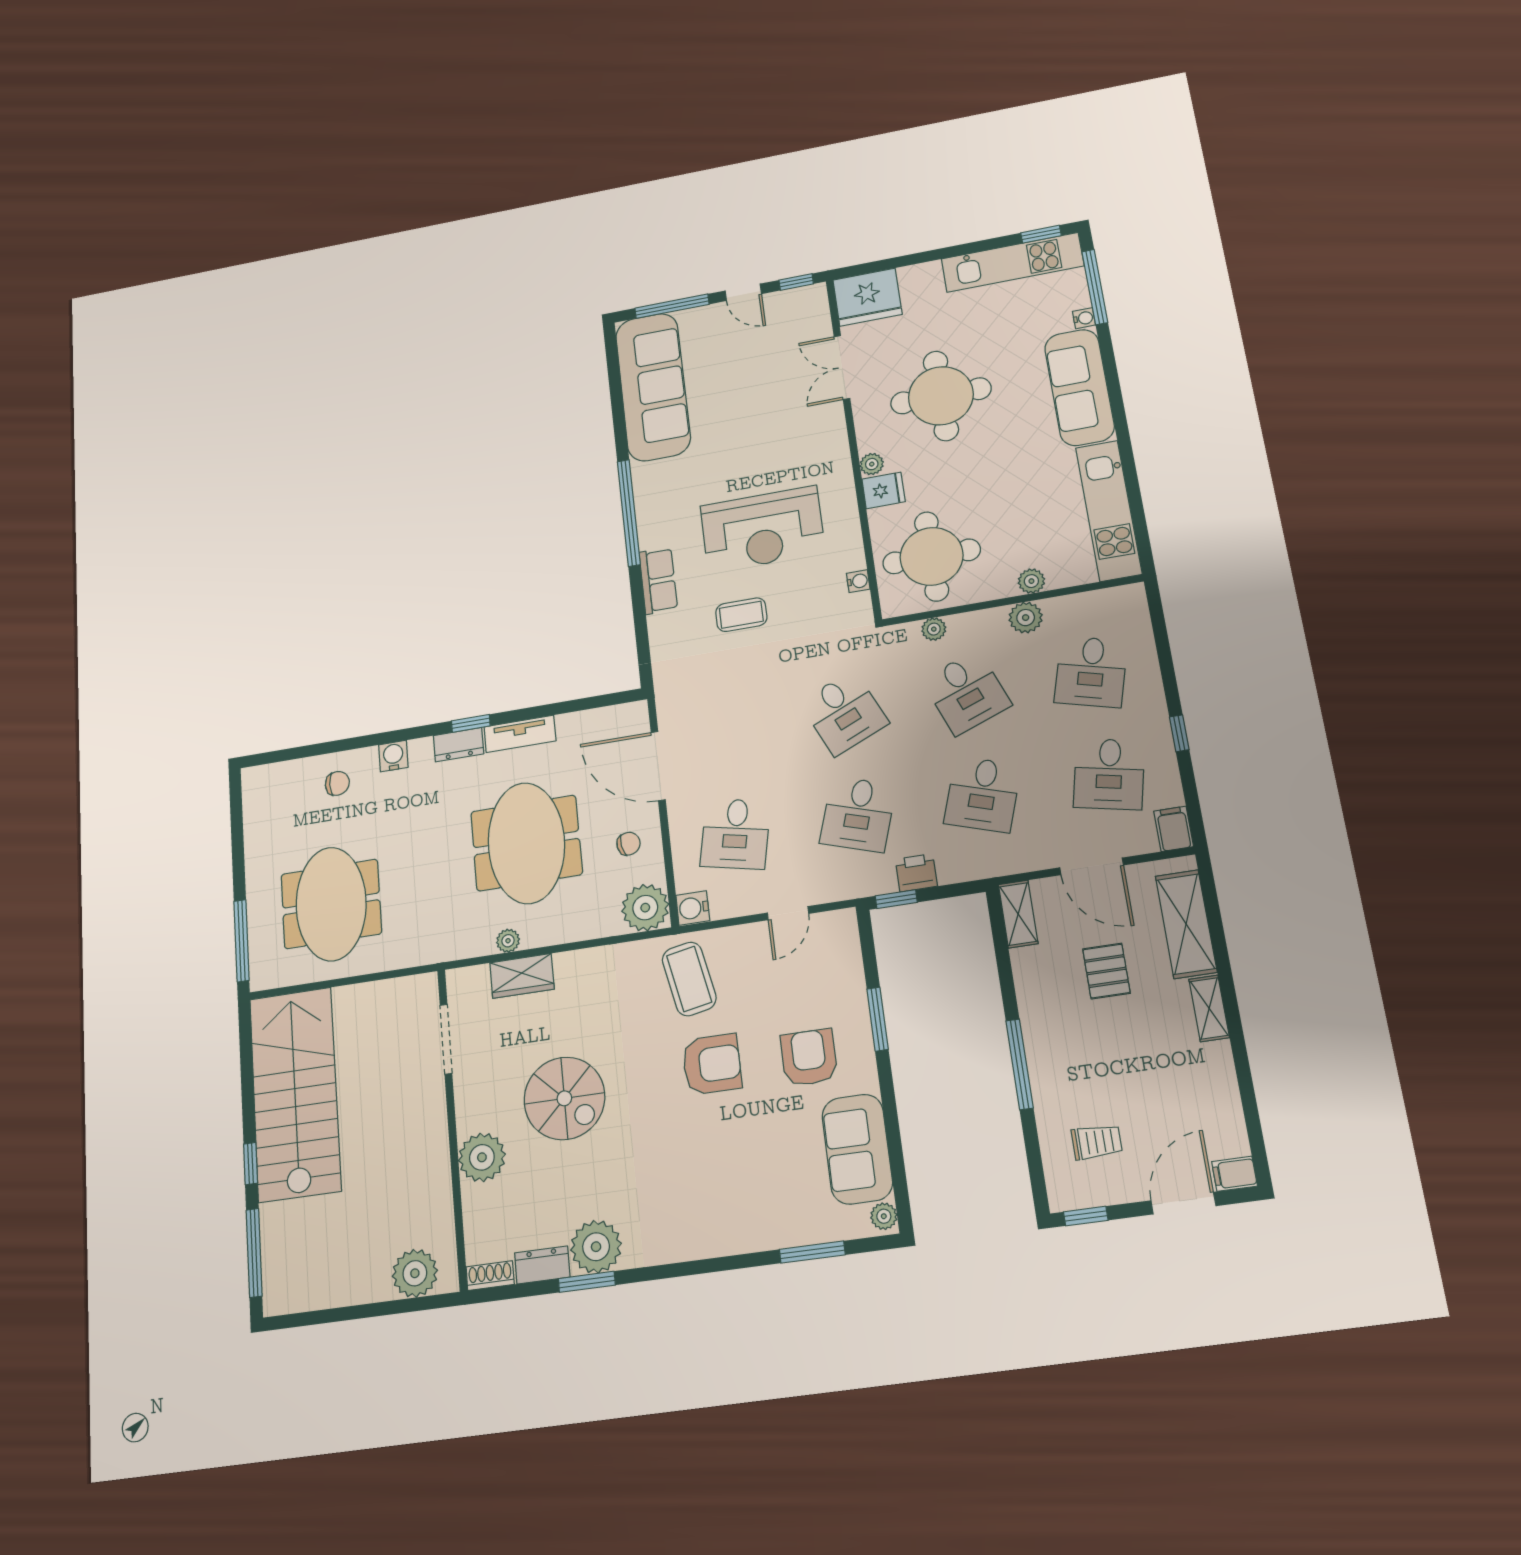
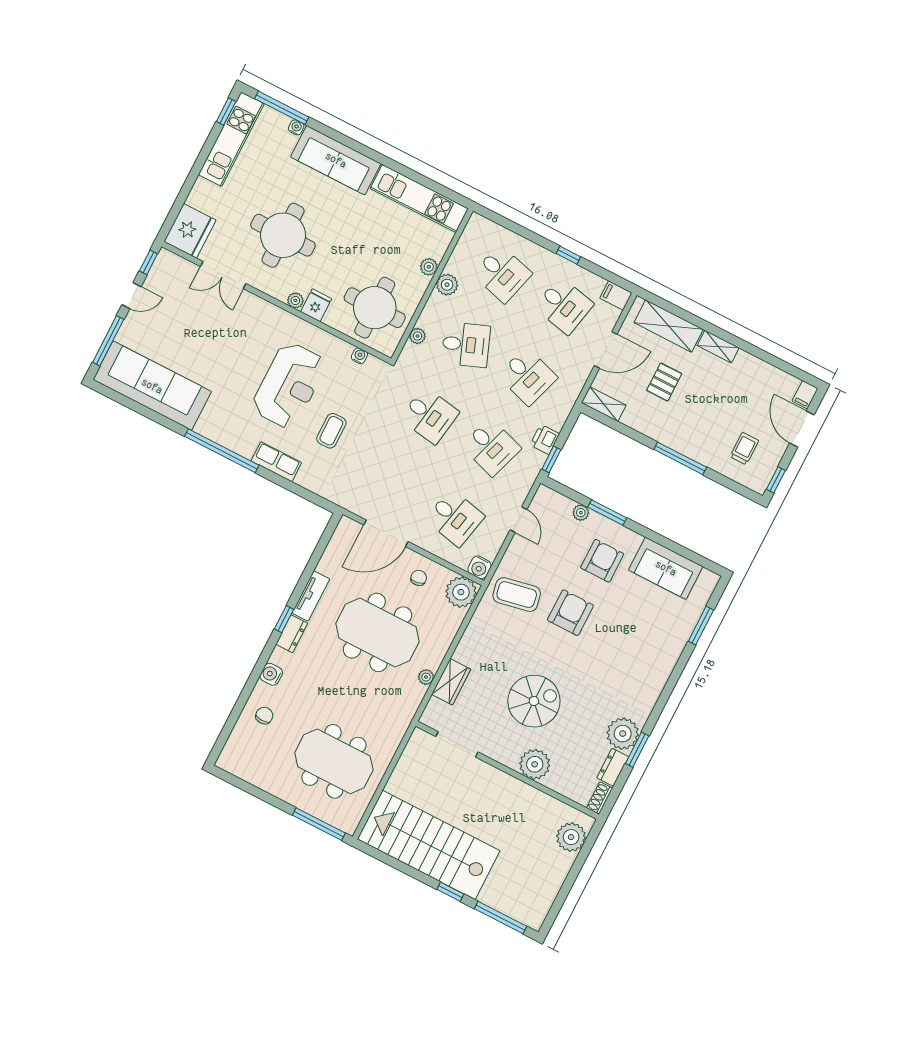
desk: (844, 713) -> (430, 415), turned 33
pallet: (1106, 971) -> (664, 382), turned 90
armchair: (809, 1058) -> (602, 561), turned 90
plant: (884, 1216) -> (581, 513), moved

